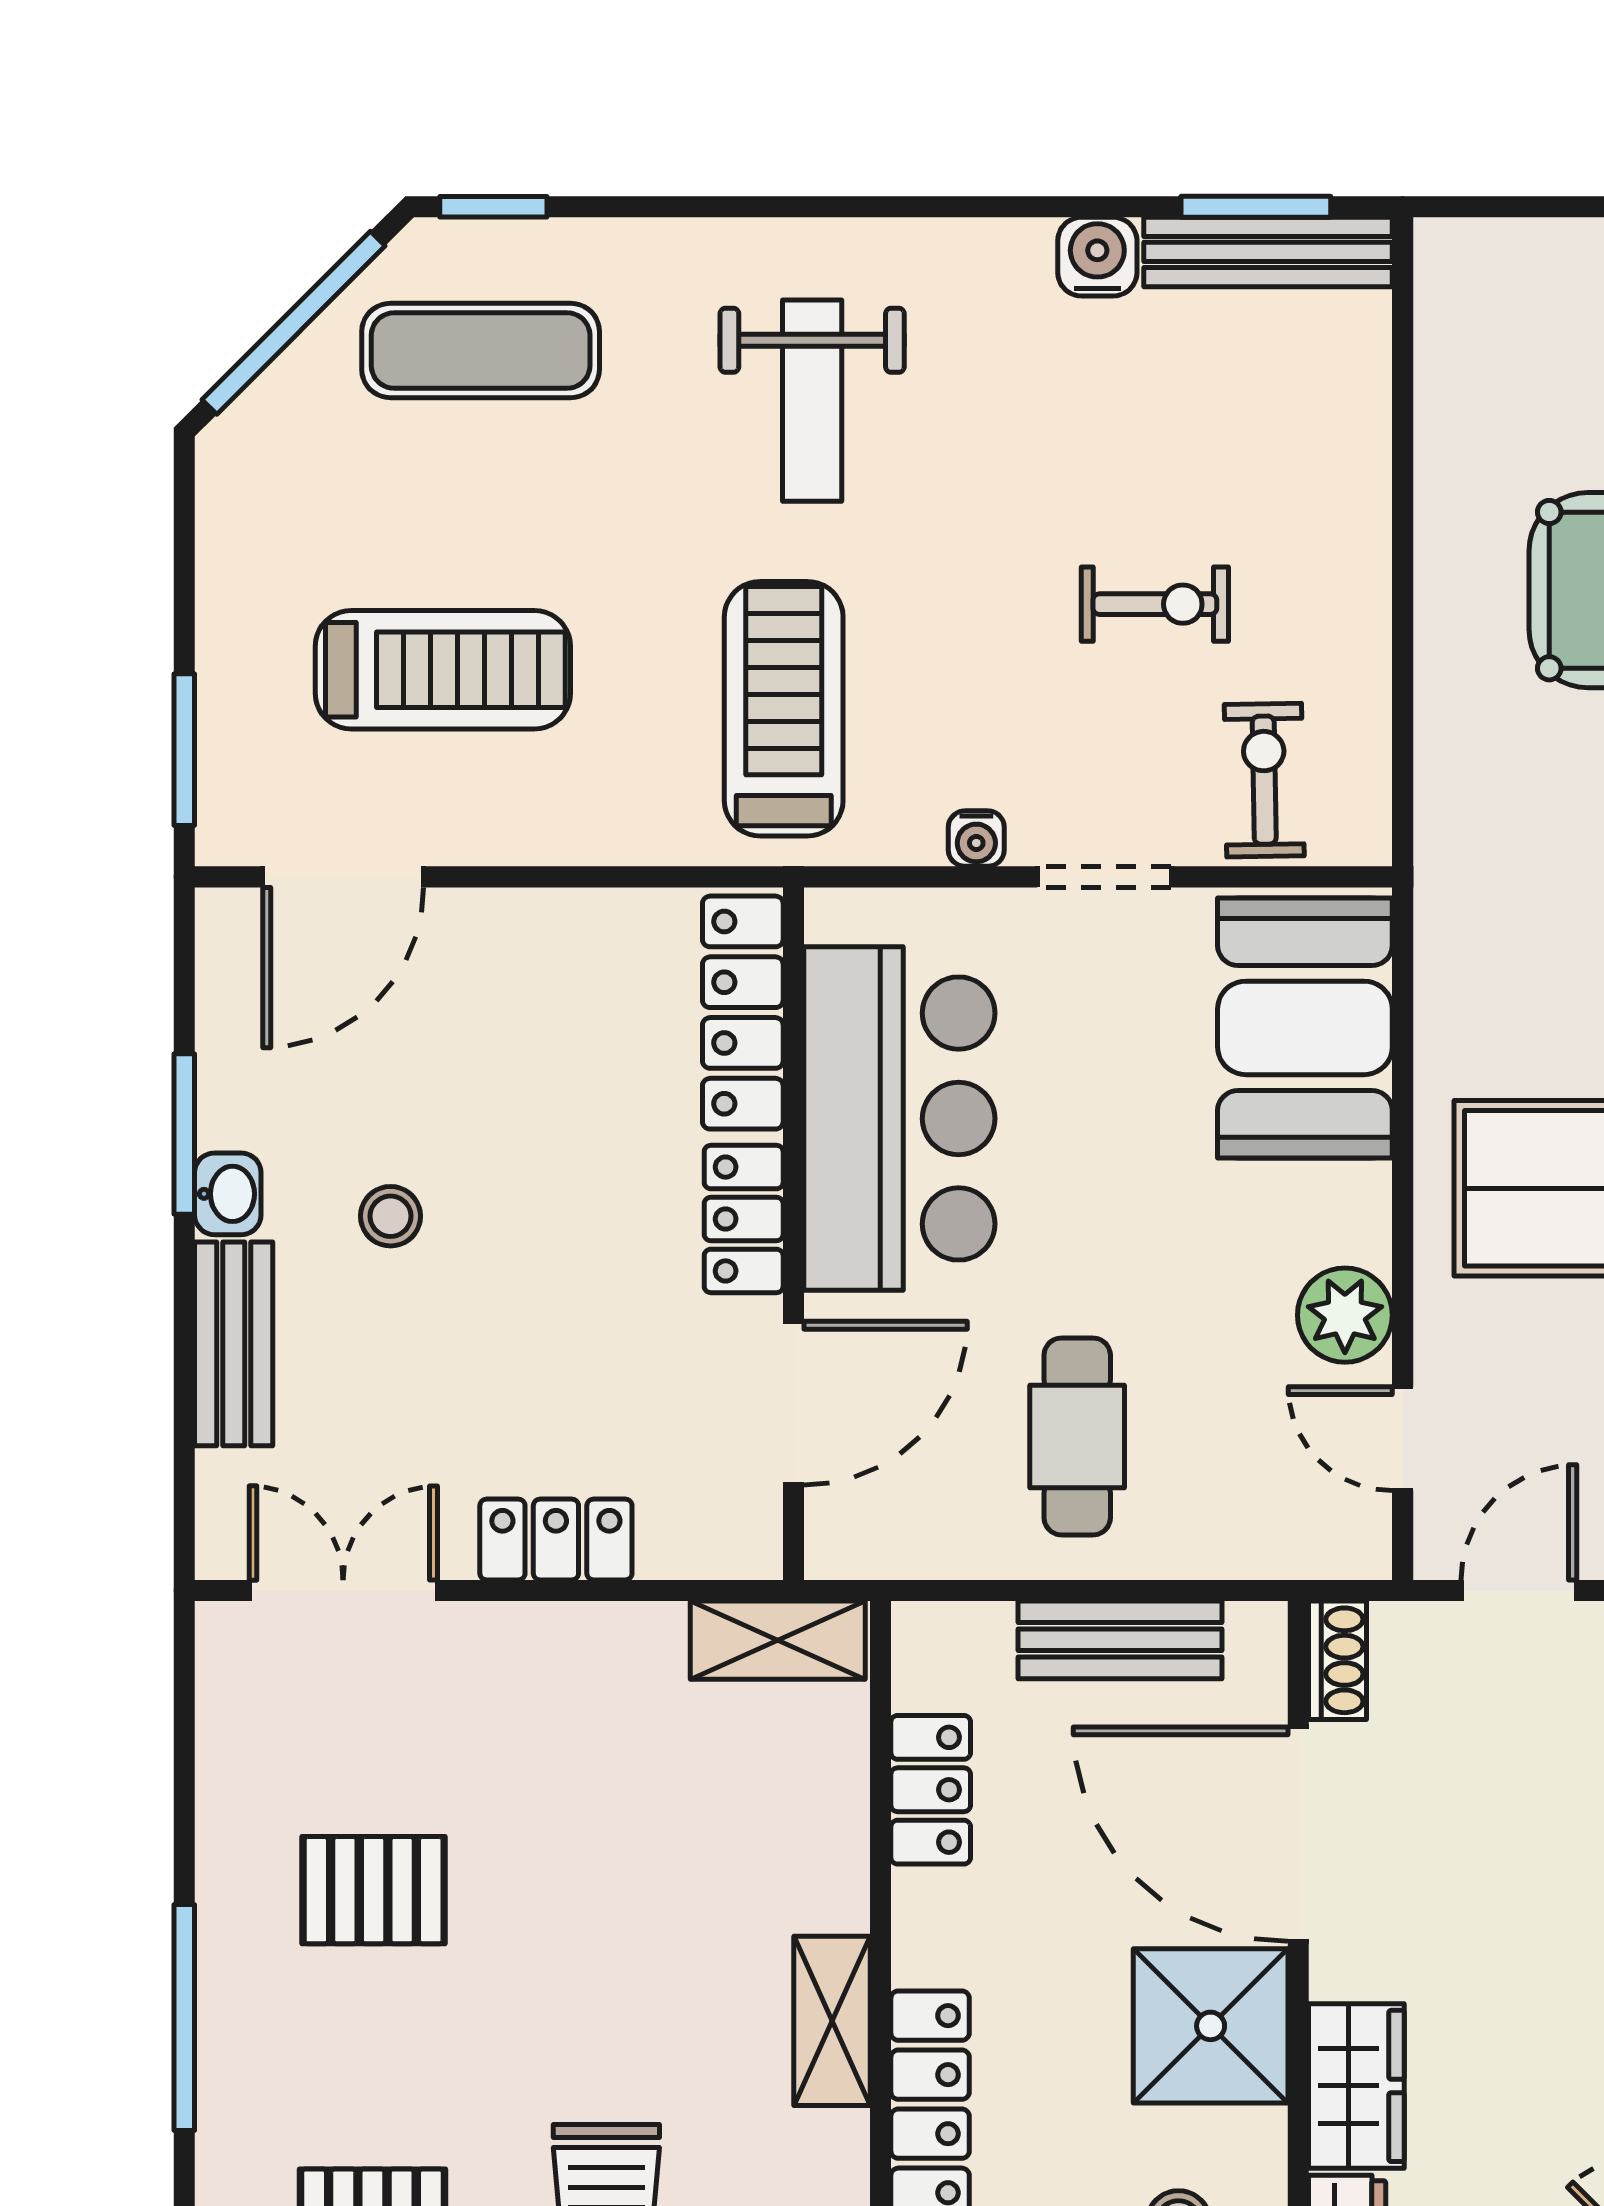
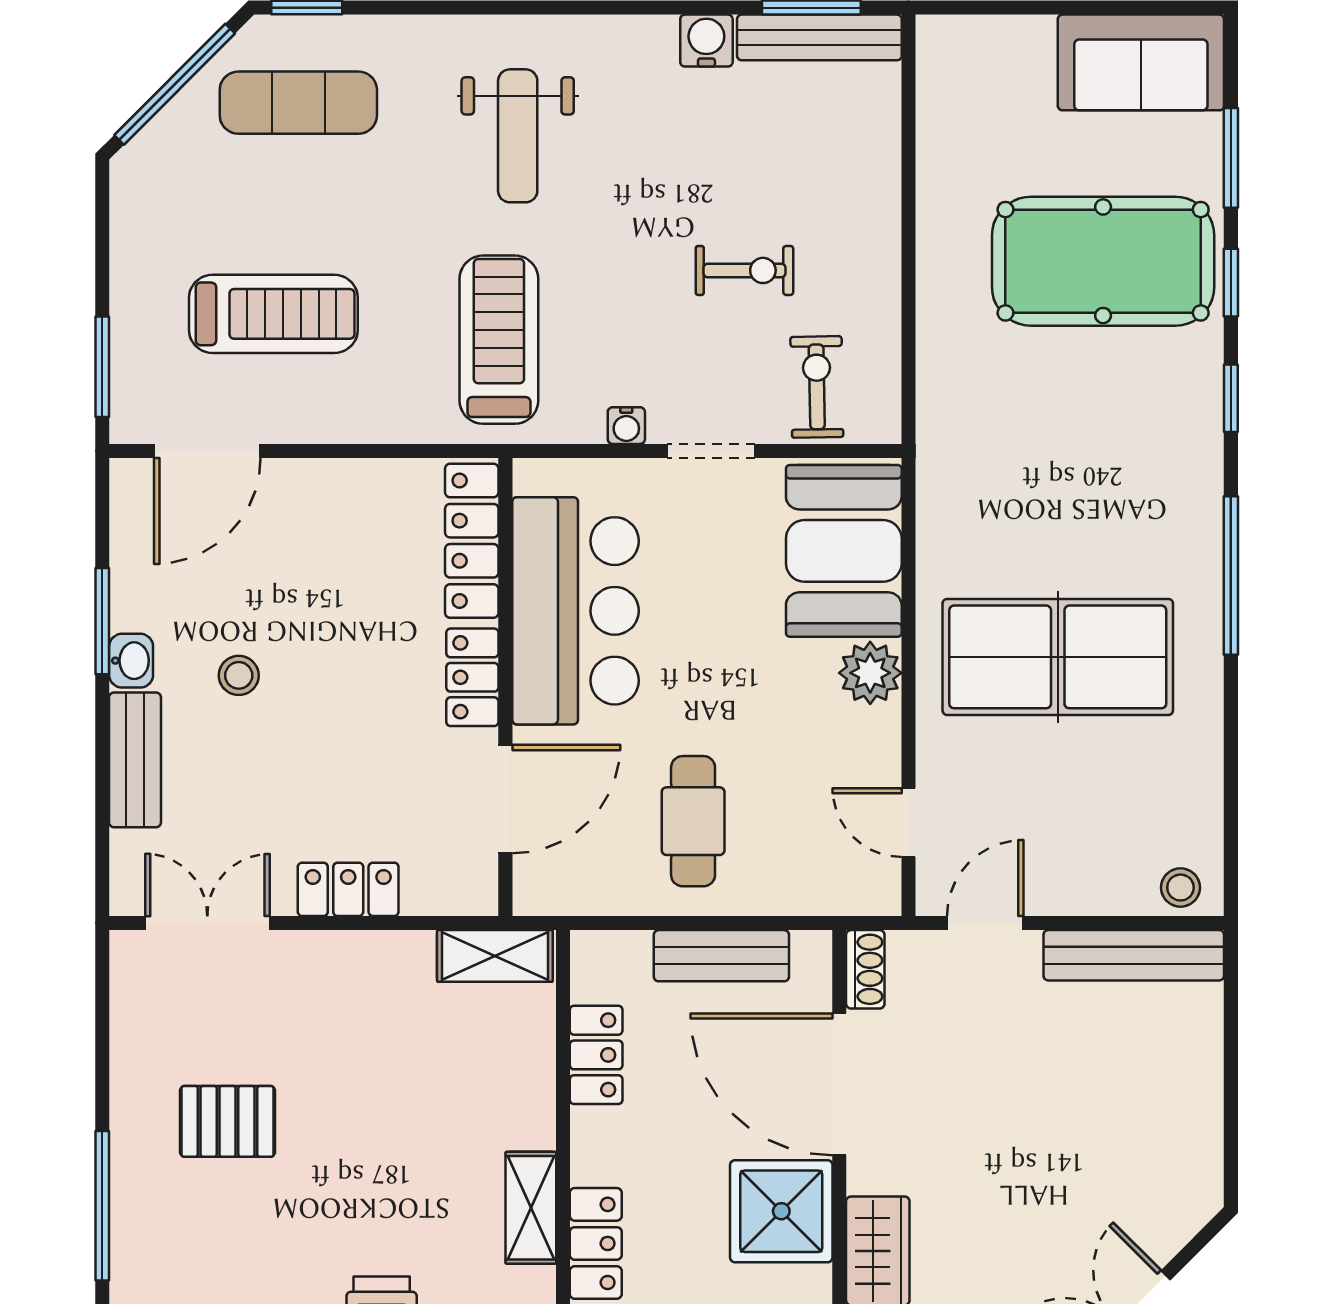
plant: (1345, 1315) -> (870, 673), moved

